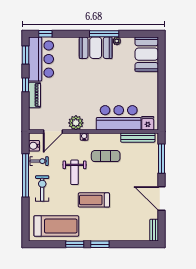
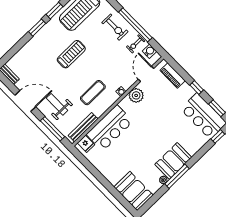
piano: (35, 95) -> (173, 75), moved
weight bench: (75, 172) -> (57, 104), moved

